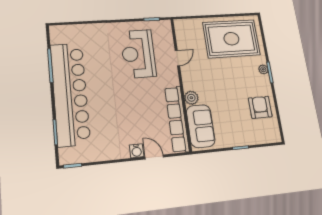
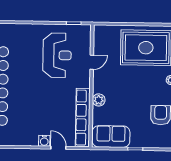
reception desk: (138, 54) -> (57, 55), turned 180
sofa: (201, 126) -> (111, 137), moved, turned -90

